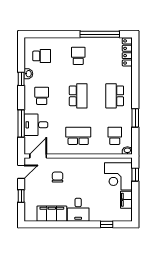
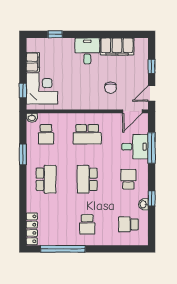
school desk: (42, 96) -> (128, 179), turned 180

